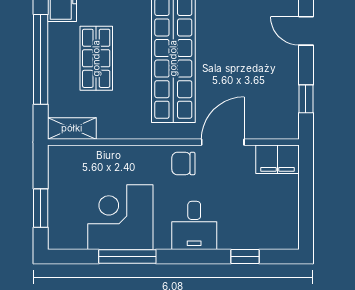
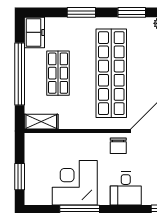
chair: (183, 164) -> (118, 146), turned -90

